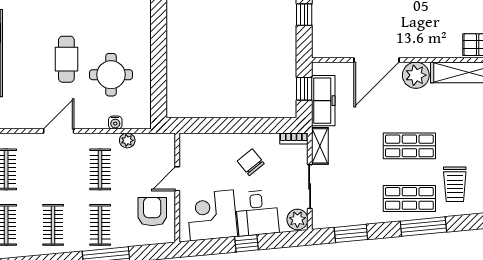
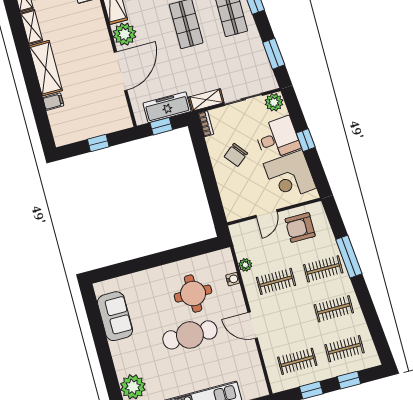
cafe table: (66, 59) -> (190, 335), width x1.37, depth x1.35
door: (376, 60) -> (121, 71), hinge flipped
door: (177, 179) -> (267, 214), hinge flipped

